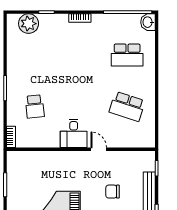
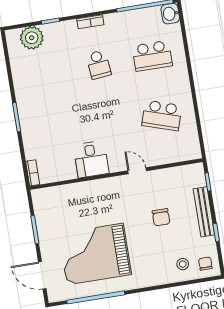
school desk: (35, 106) -> (99, 65), moved
desk: (74, 133) -> (91, 159), moved
chair: (113, 192) -> (161, 217), turned -90

